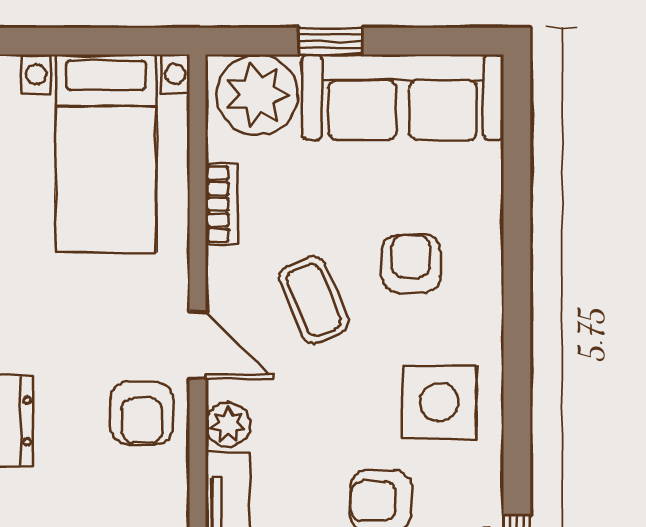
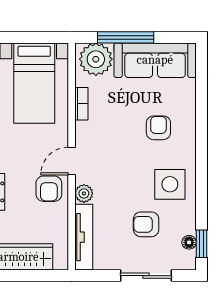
window: (330, 41) -> (126, 37), width x2.17
coffee table: (314, 300) -> (119, 143), removed
door: (198, 345) -> (72, 161), swing flipped

